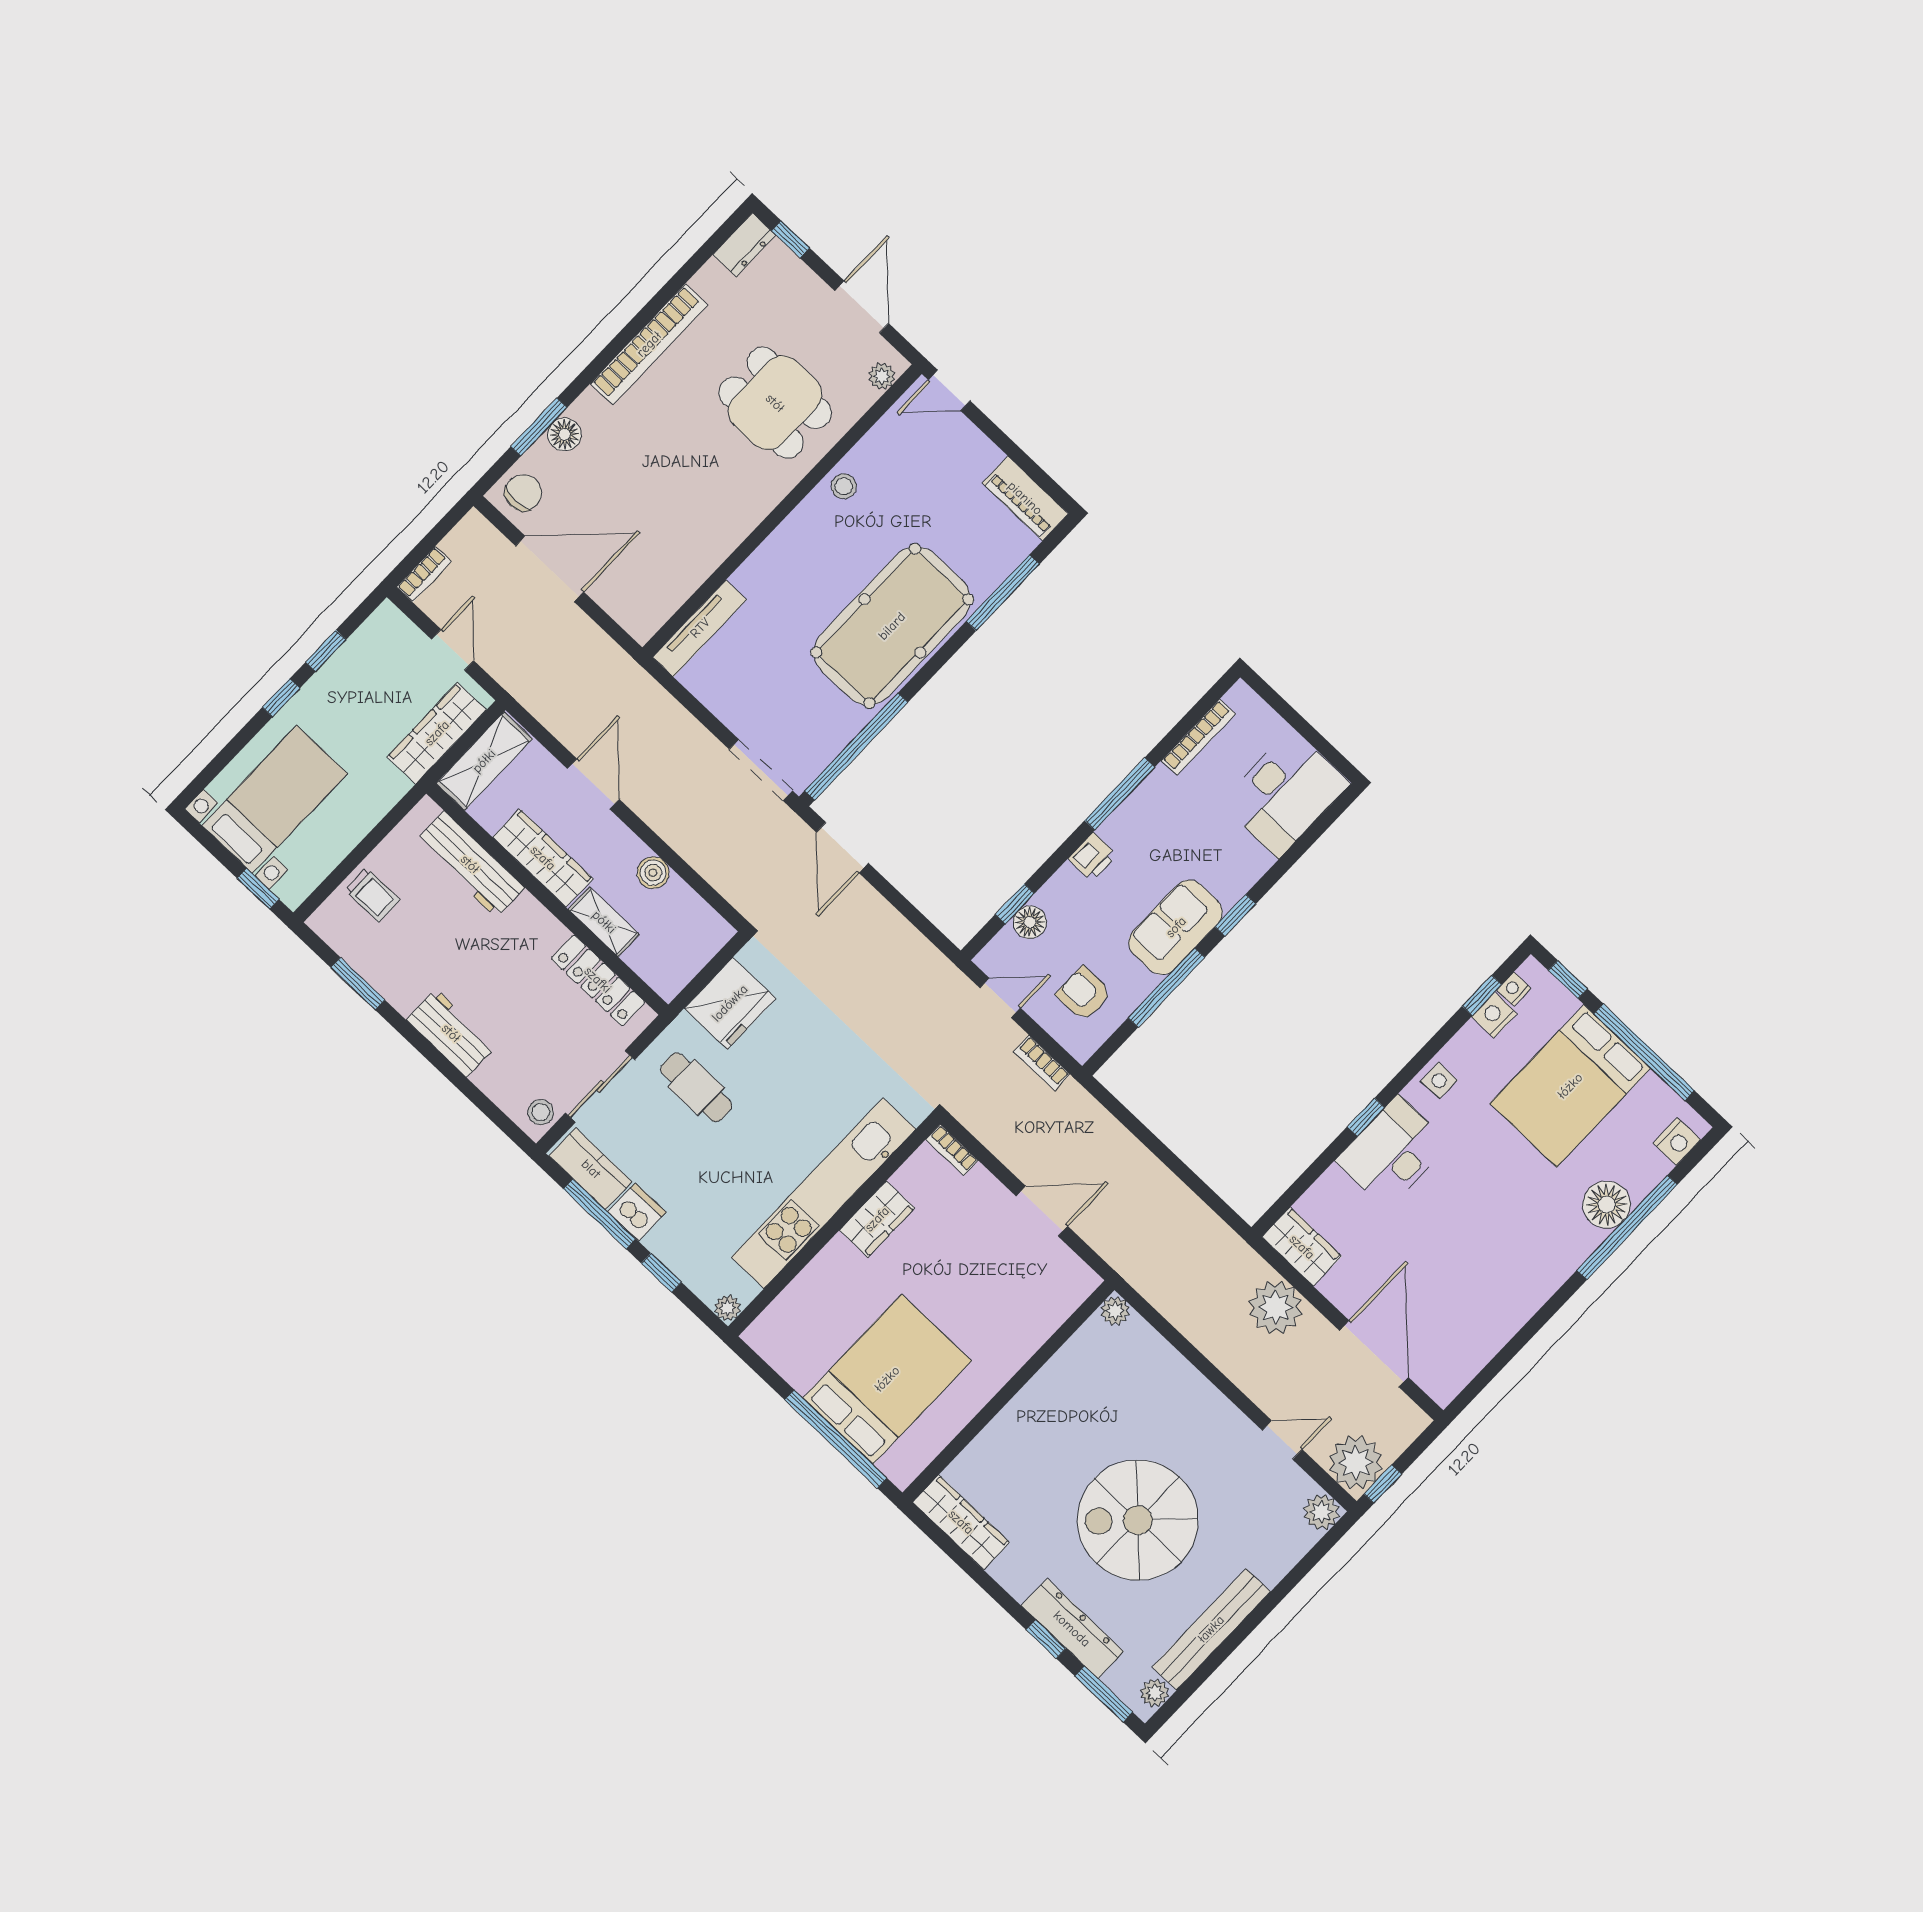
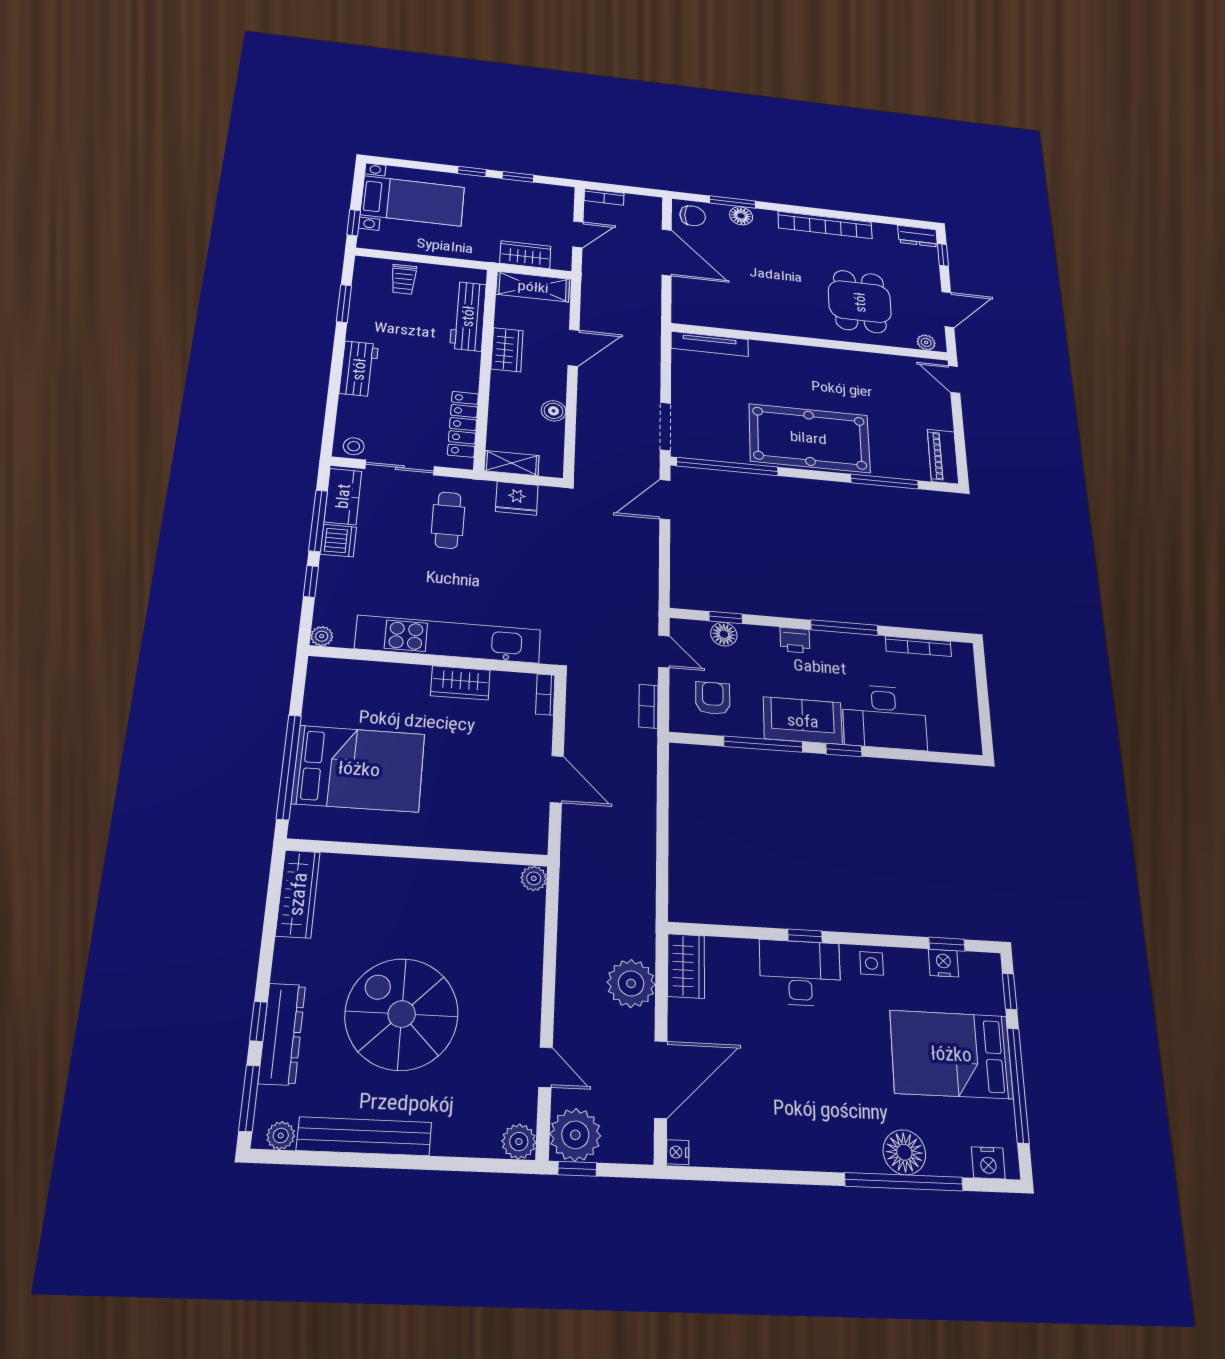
stool: (844, 486) -> (854, 363), removed
wardrobe: (437, 733) -> (525, 255), width x0.67
desk: (1285, 793) -> (884, 717), moved
wardrobe: (543, 858) -> (507, 350), width x0.67
shelving: (604, 922) -> (512, 463), moved, turned 90
nightstand: (1514, 989) -> (678, 1152), moved, turned -90
fridge: (730, 1003) -> (517, 498), width x0.73, depth x0.75

